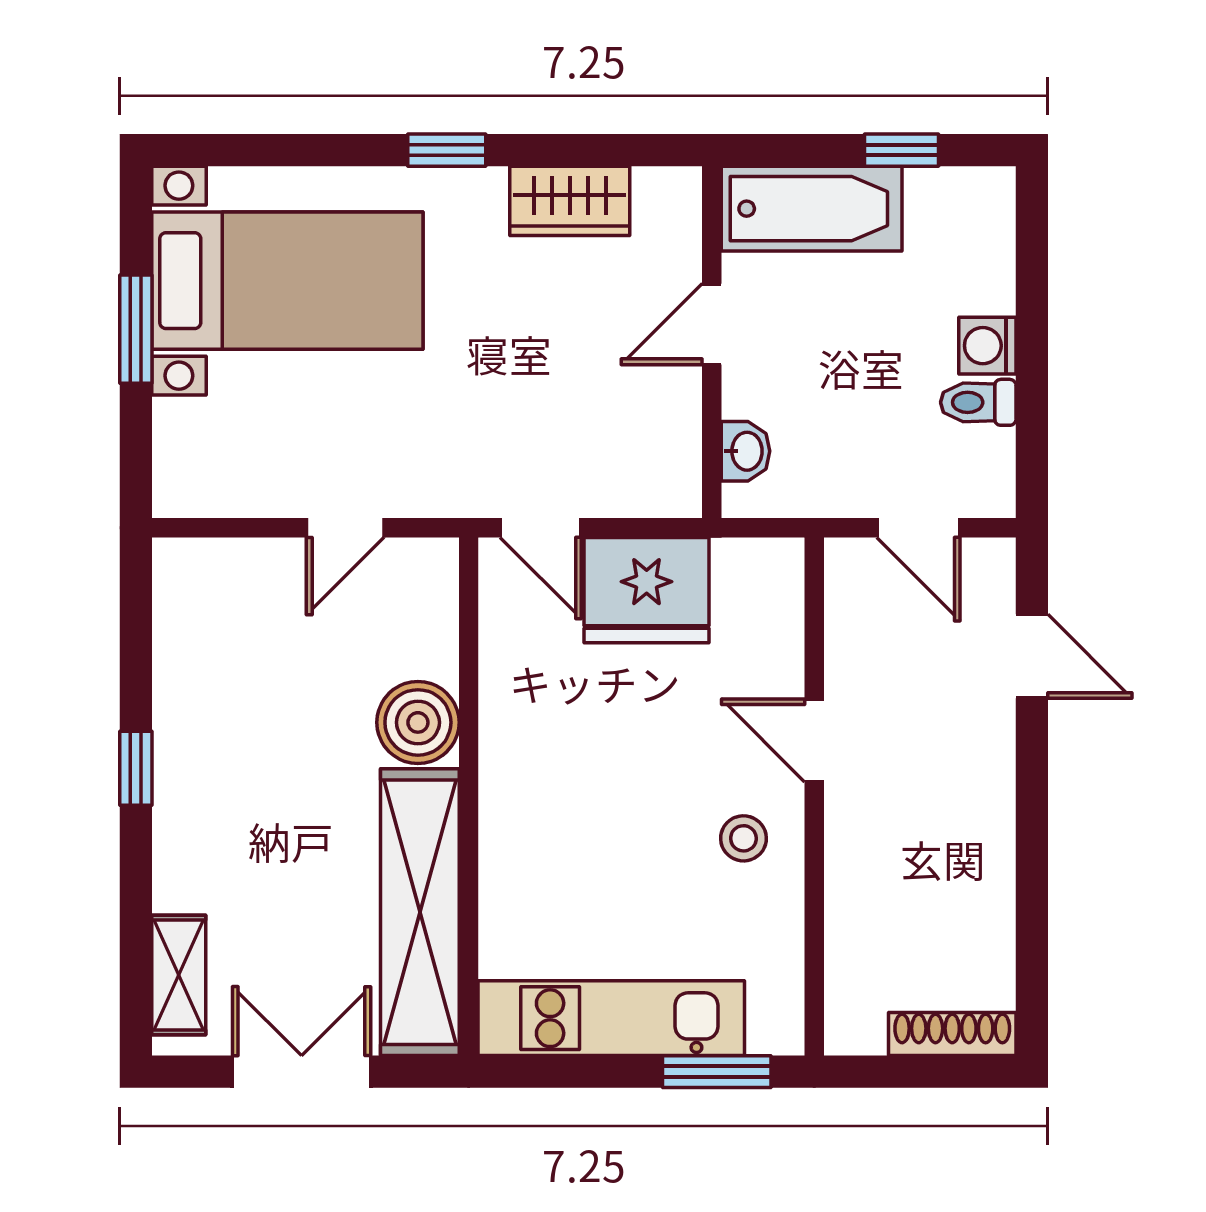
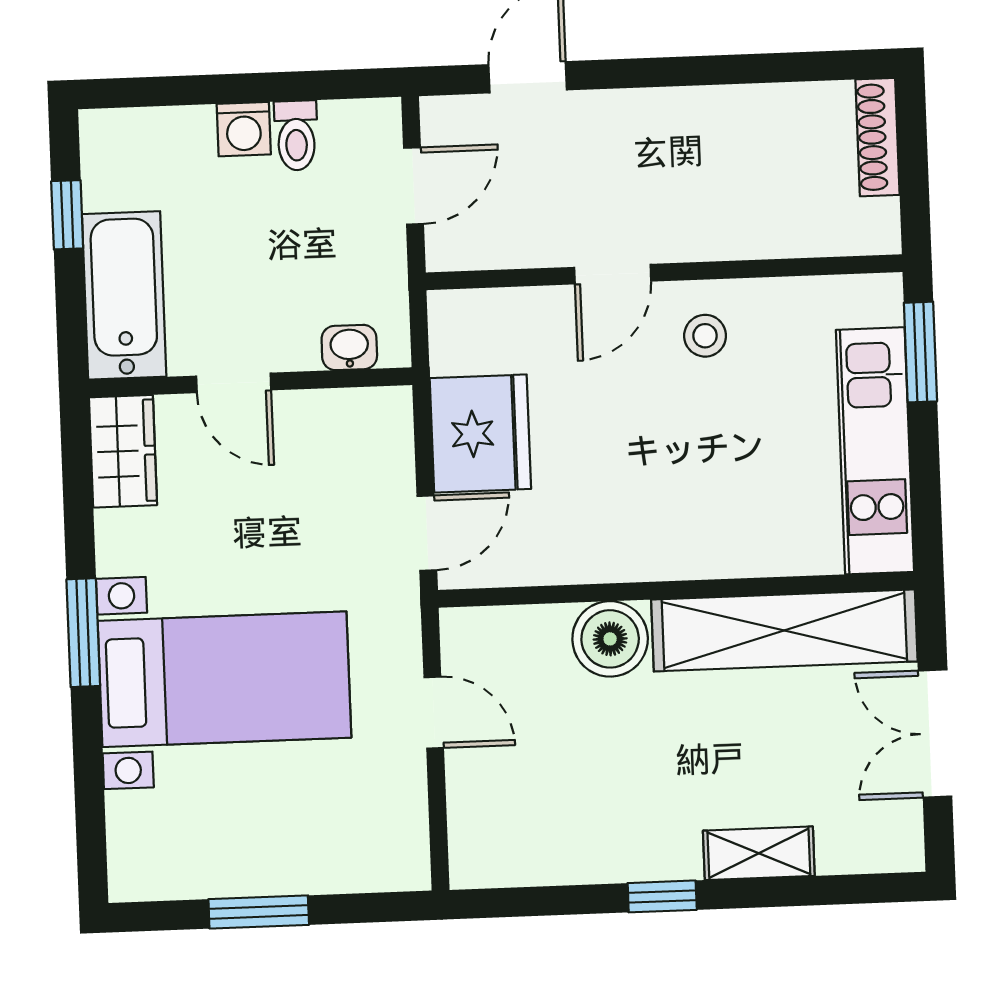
window: (447, 150) -> (83, 633), width x1.50
wardrobe: (570, 201) -> (123, 451), moved
bed with nightstands: (287, 281) -> (224, 679), moved, turned 90
shelving: (179, 975) -> (759, 853), moved

